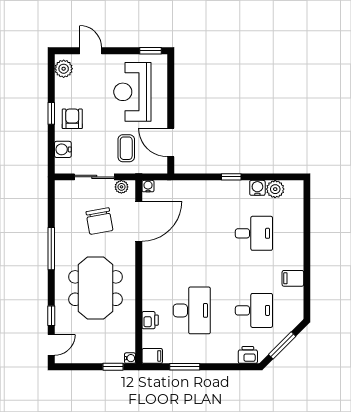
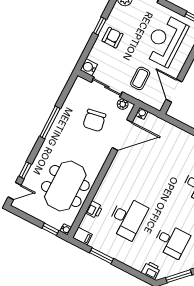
water cooler: (63, 149) -> (89, 67), moved
meeting table: (95, 288) -> (65, 186), moved

